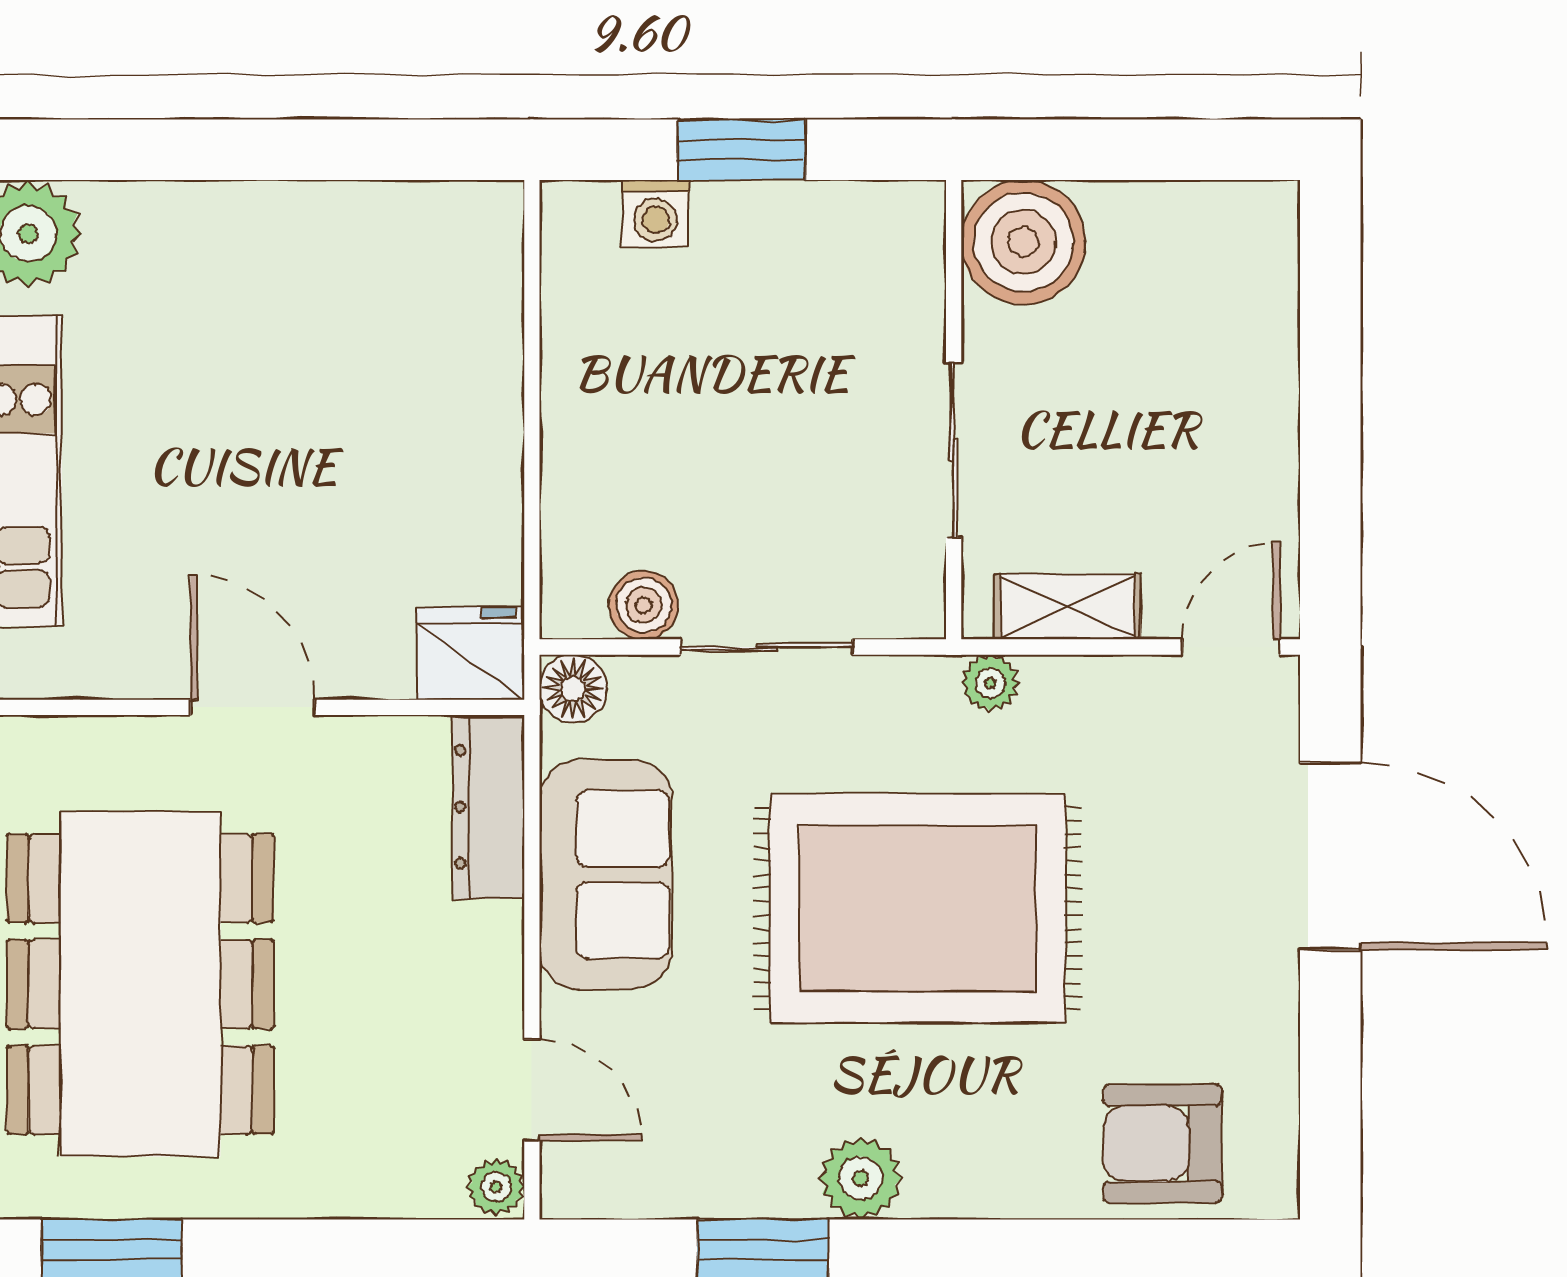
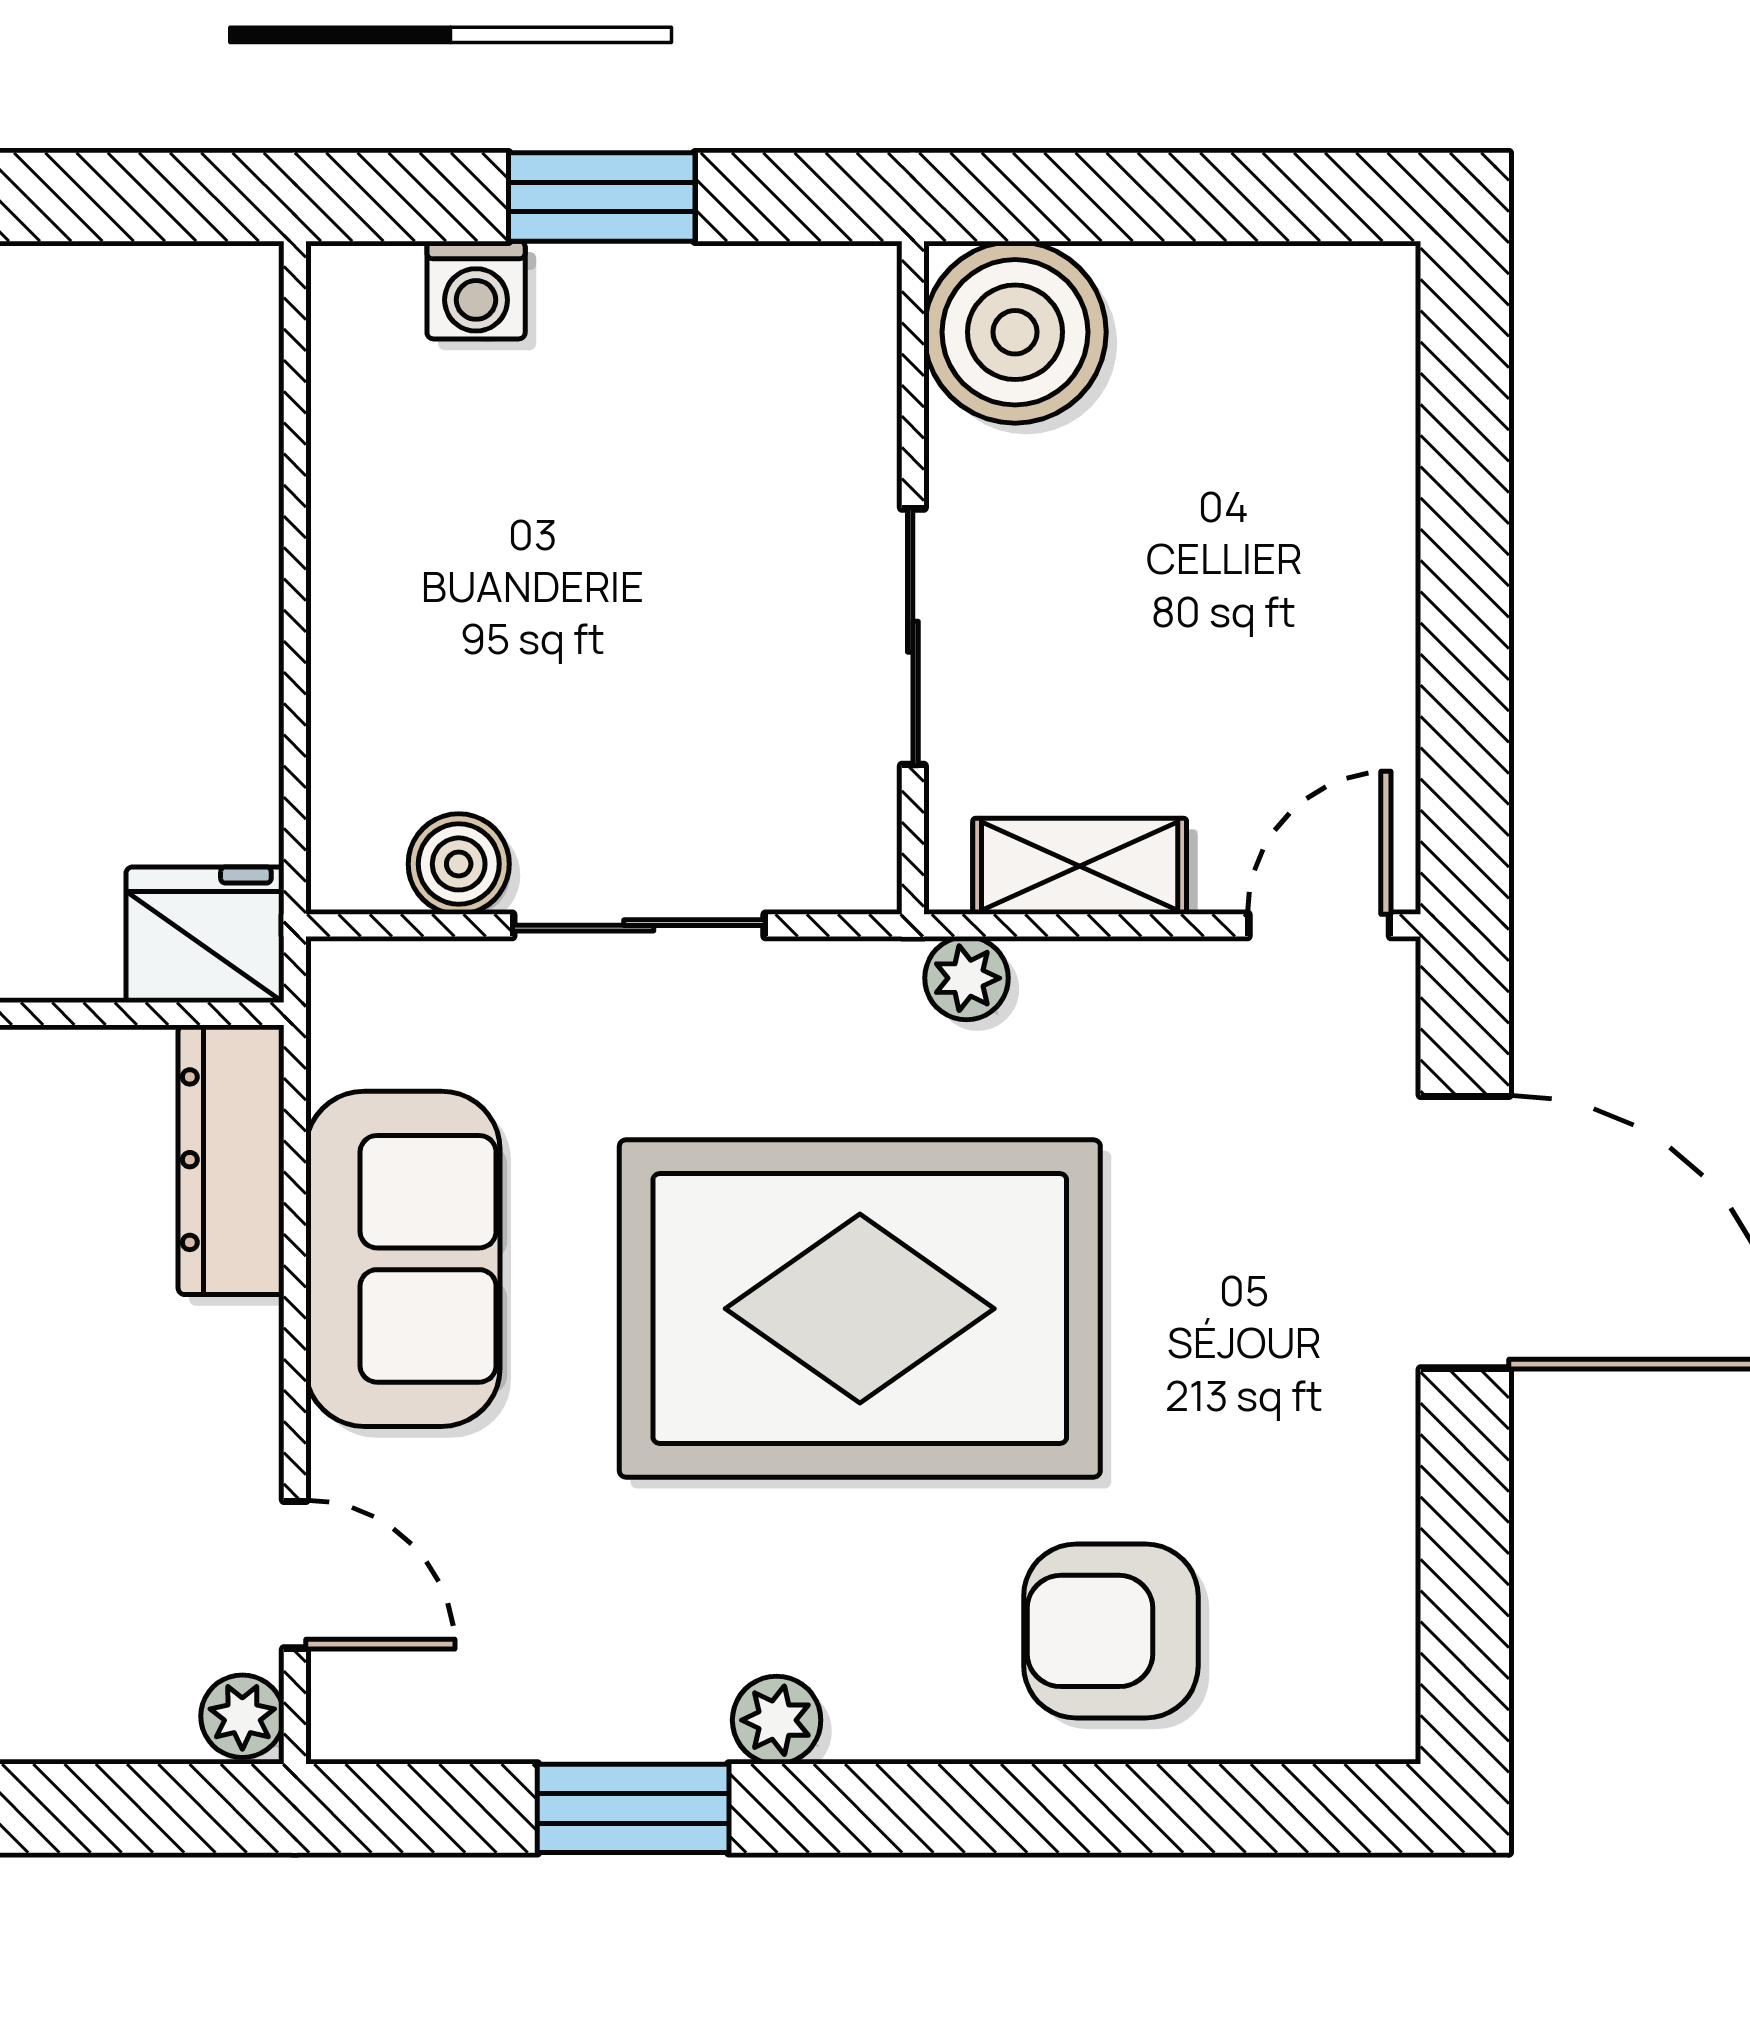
floor lamp: (573, 689) -> (356, 986), removed
armchair: (1163, 1144) -> (1111, 1631), moved
plant: (861, 1178) -> (777, 1720), width x0.73, depth x0.73

